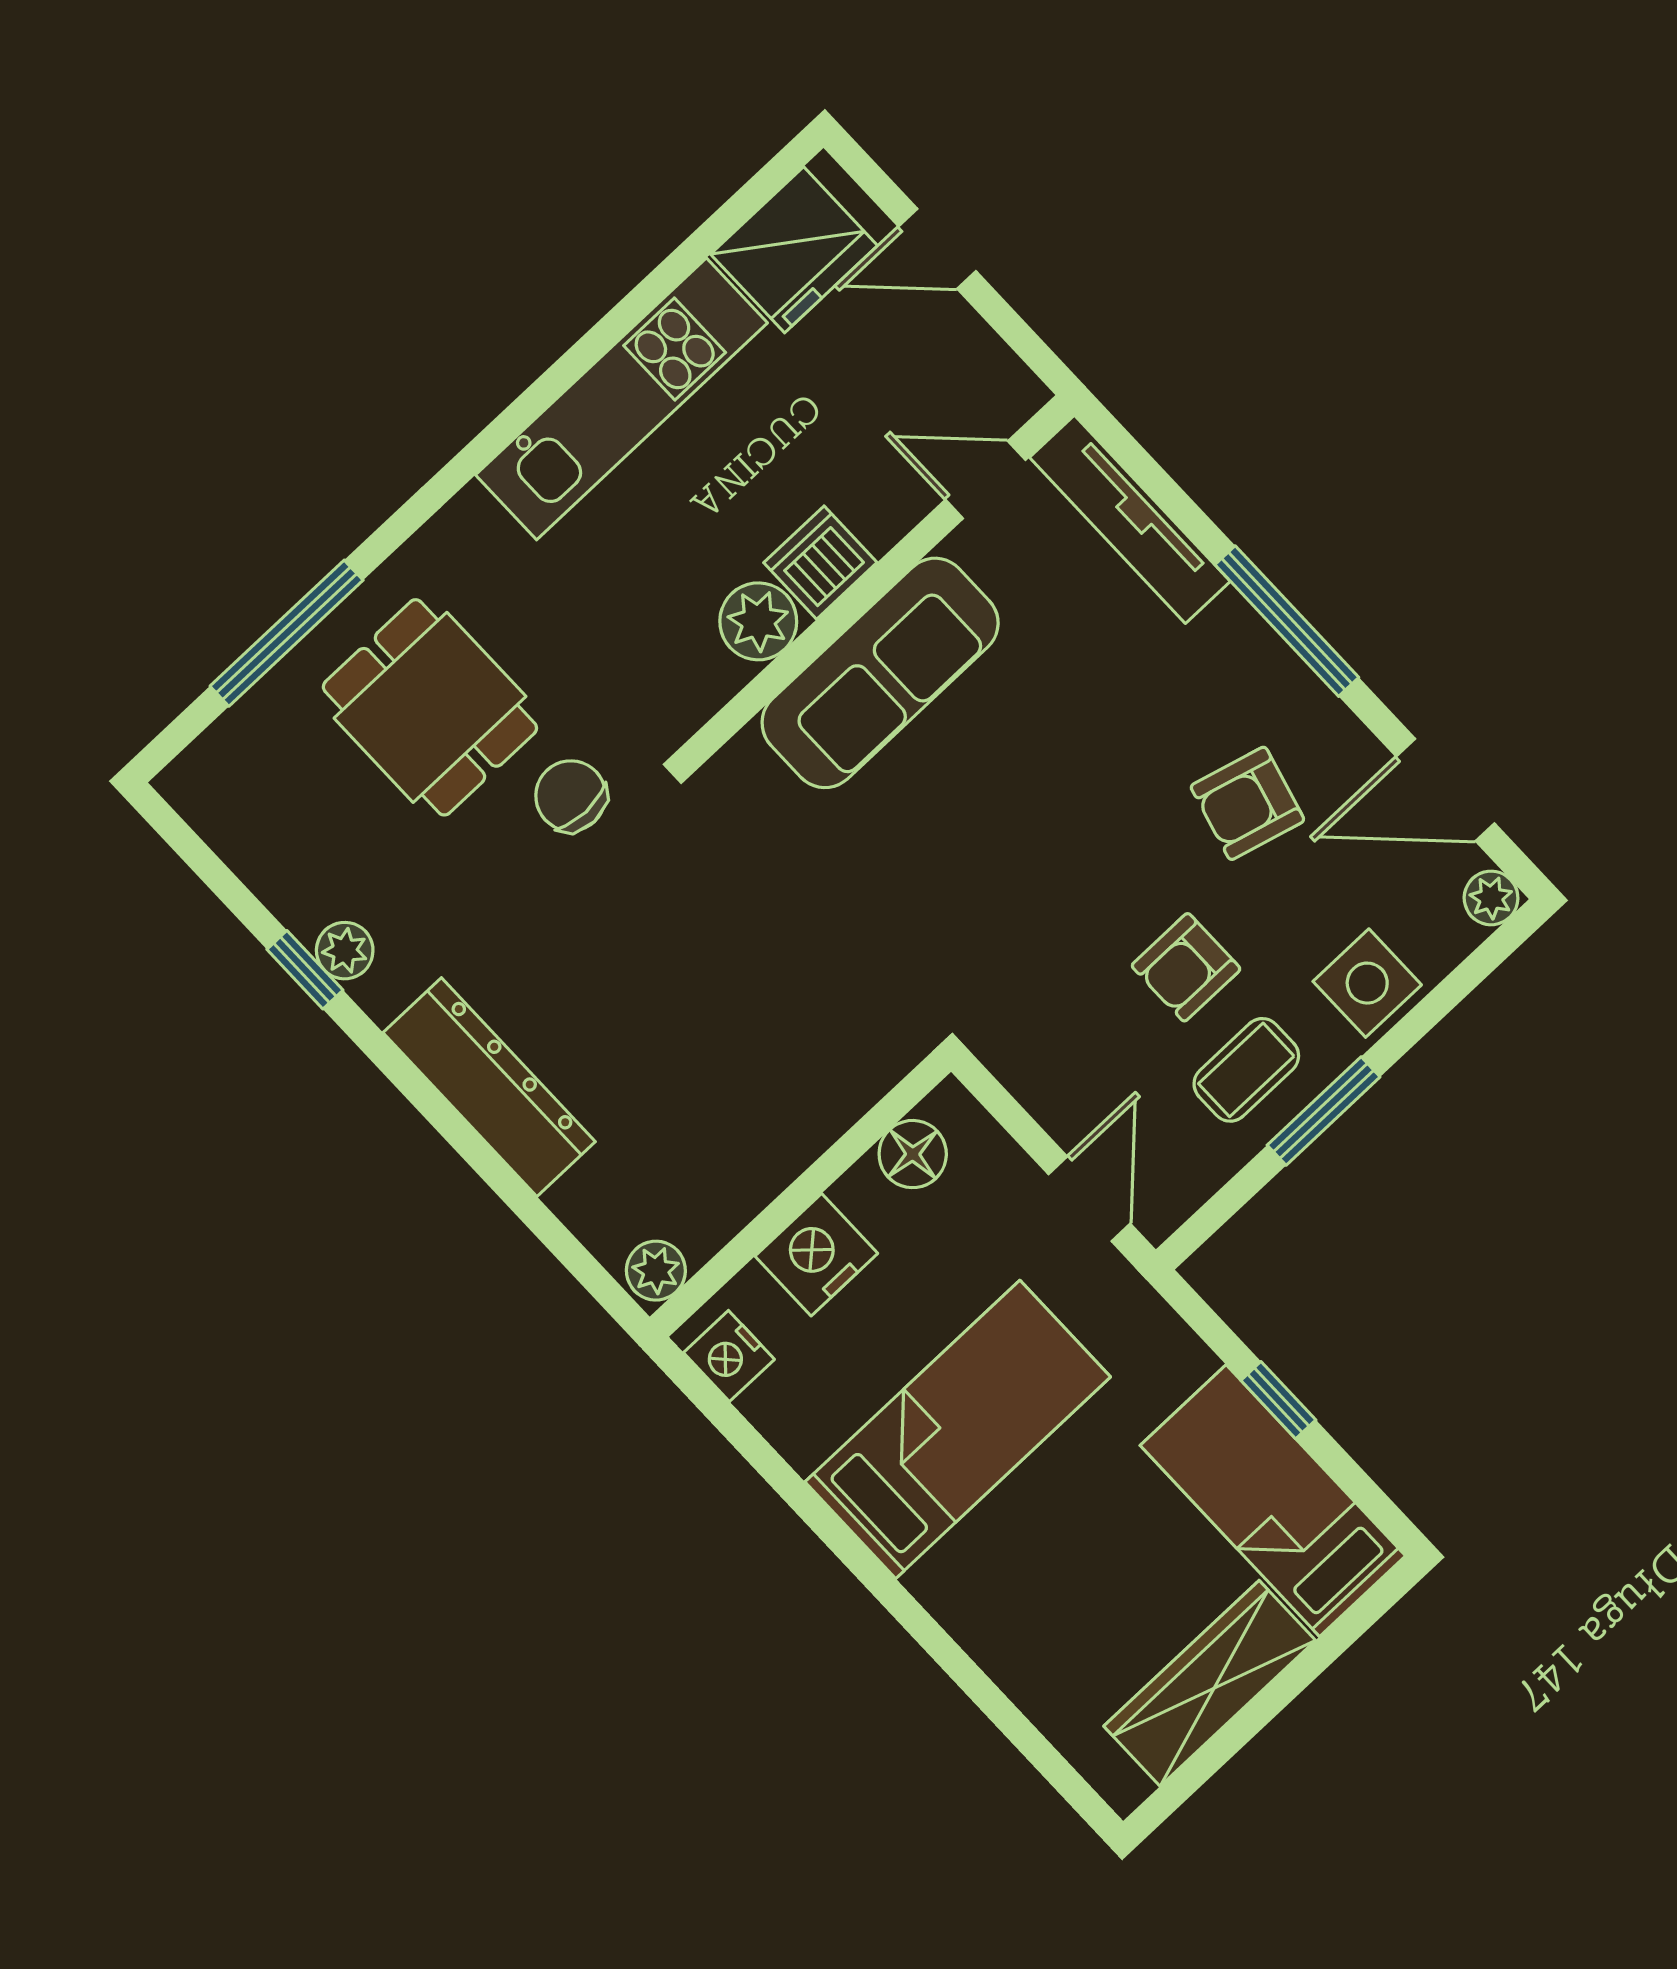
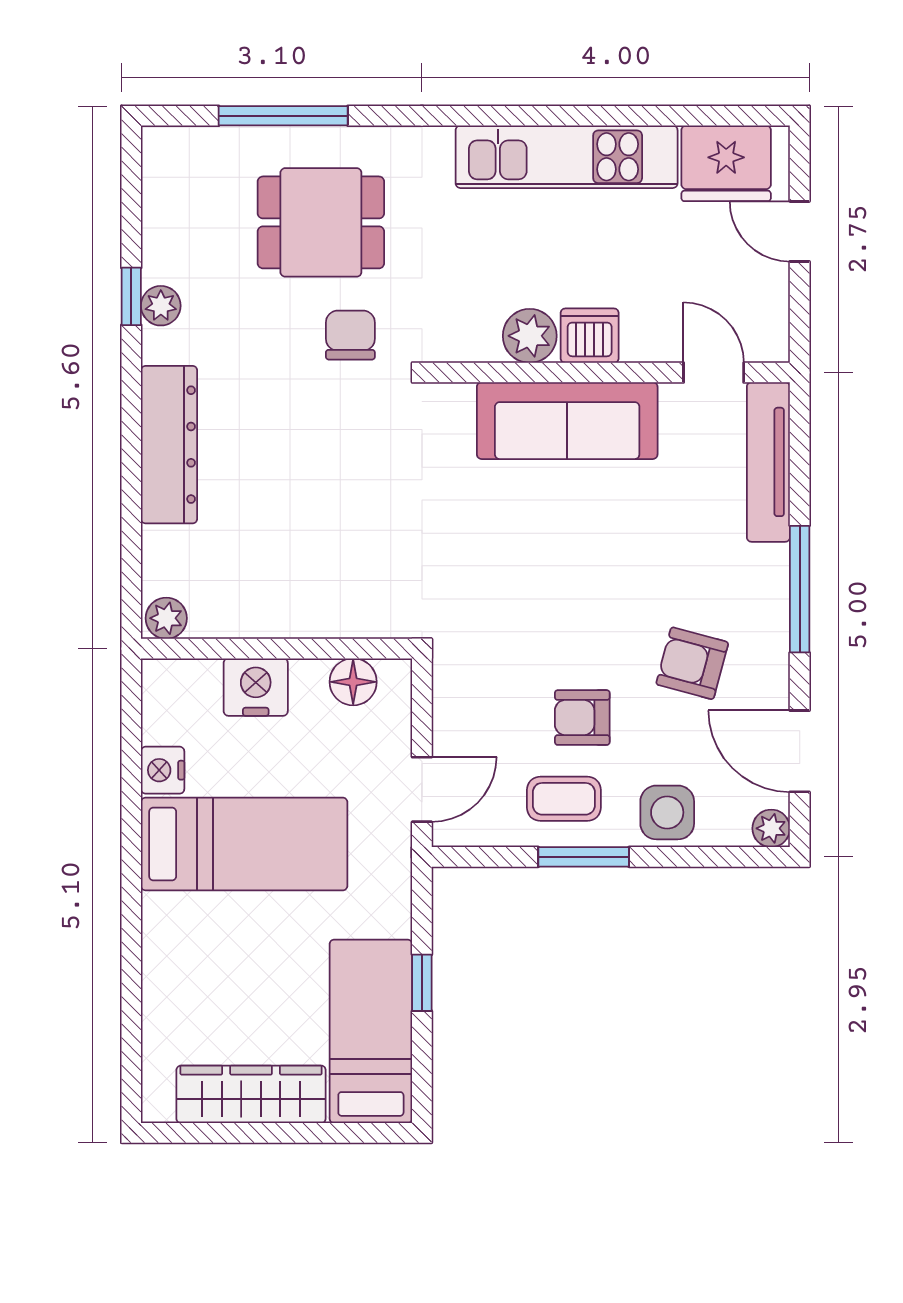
dining table: (430, 707) -> (321, 222), turned 90
nightstand: (729, 1356) -> (163, 770), moved

